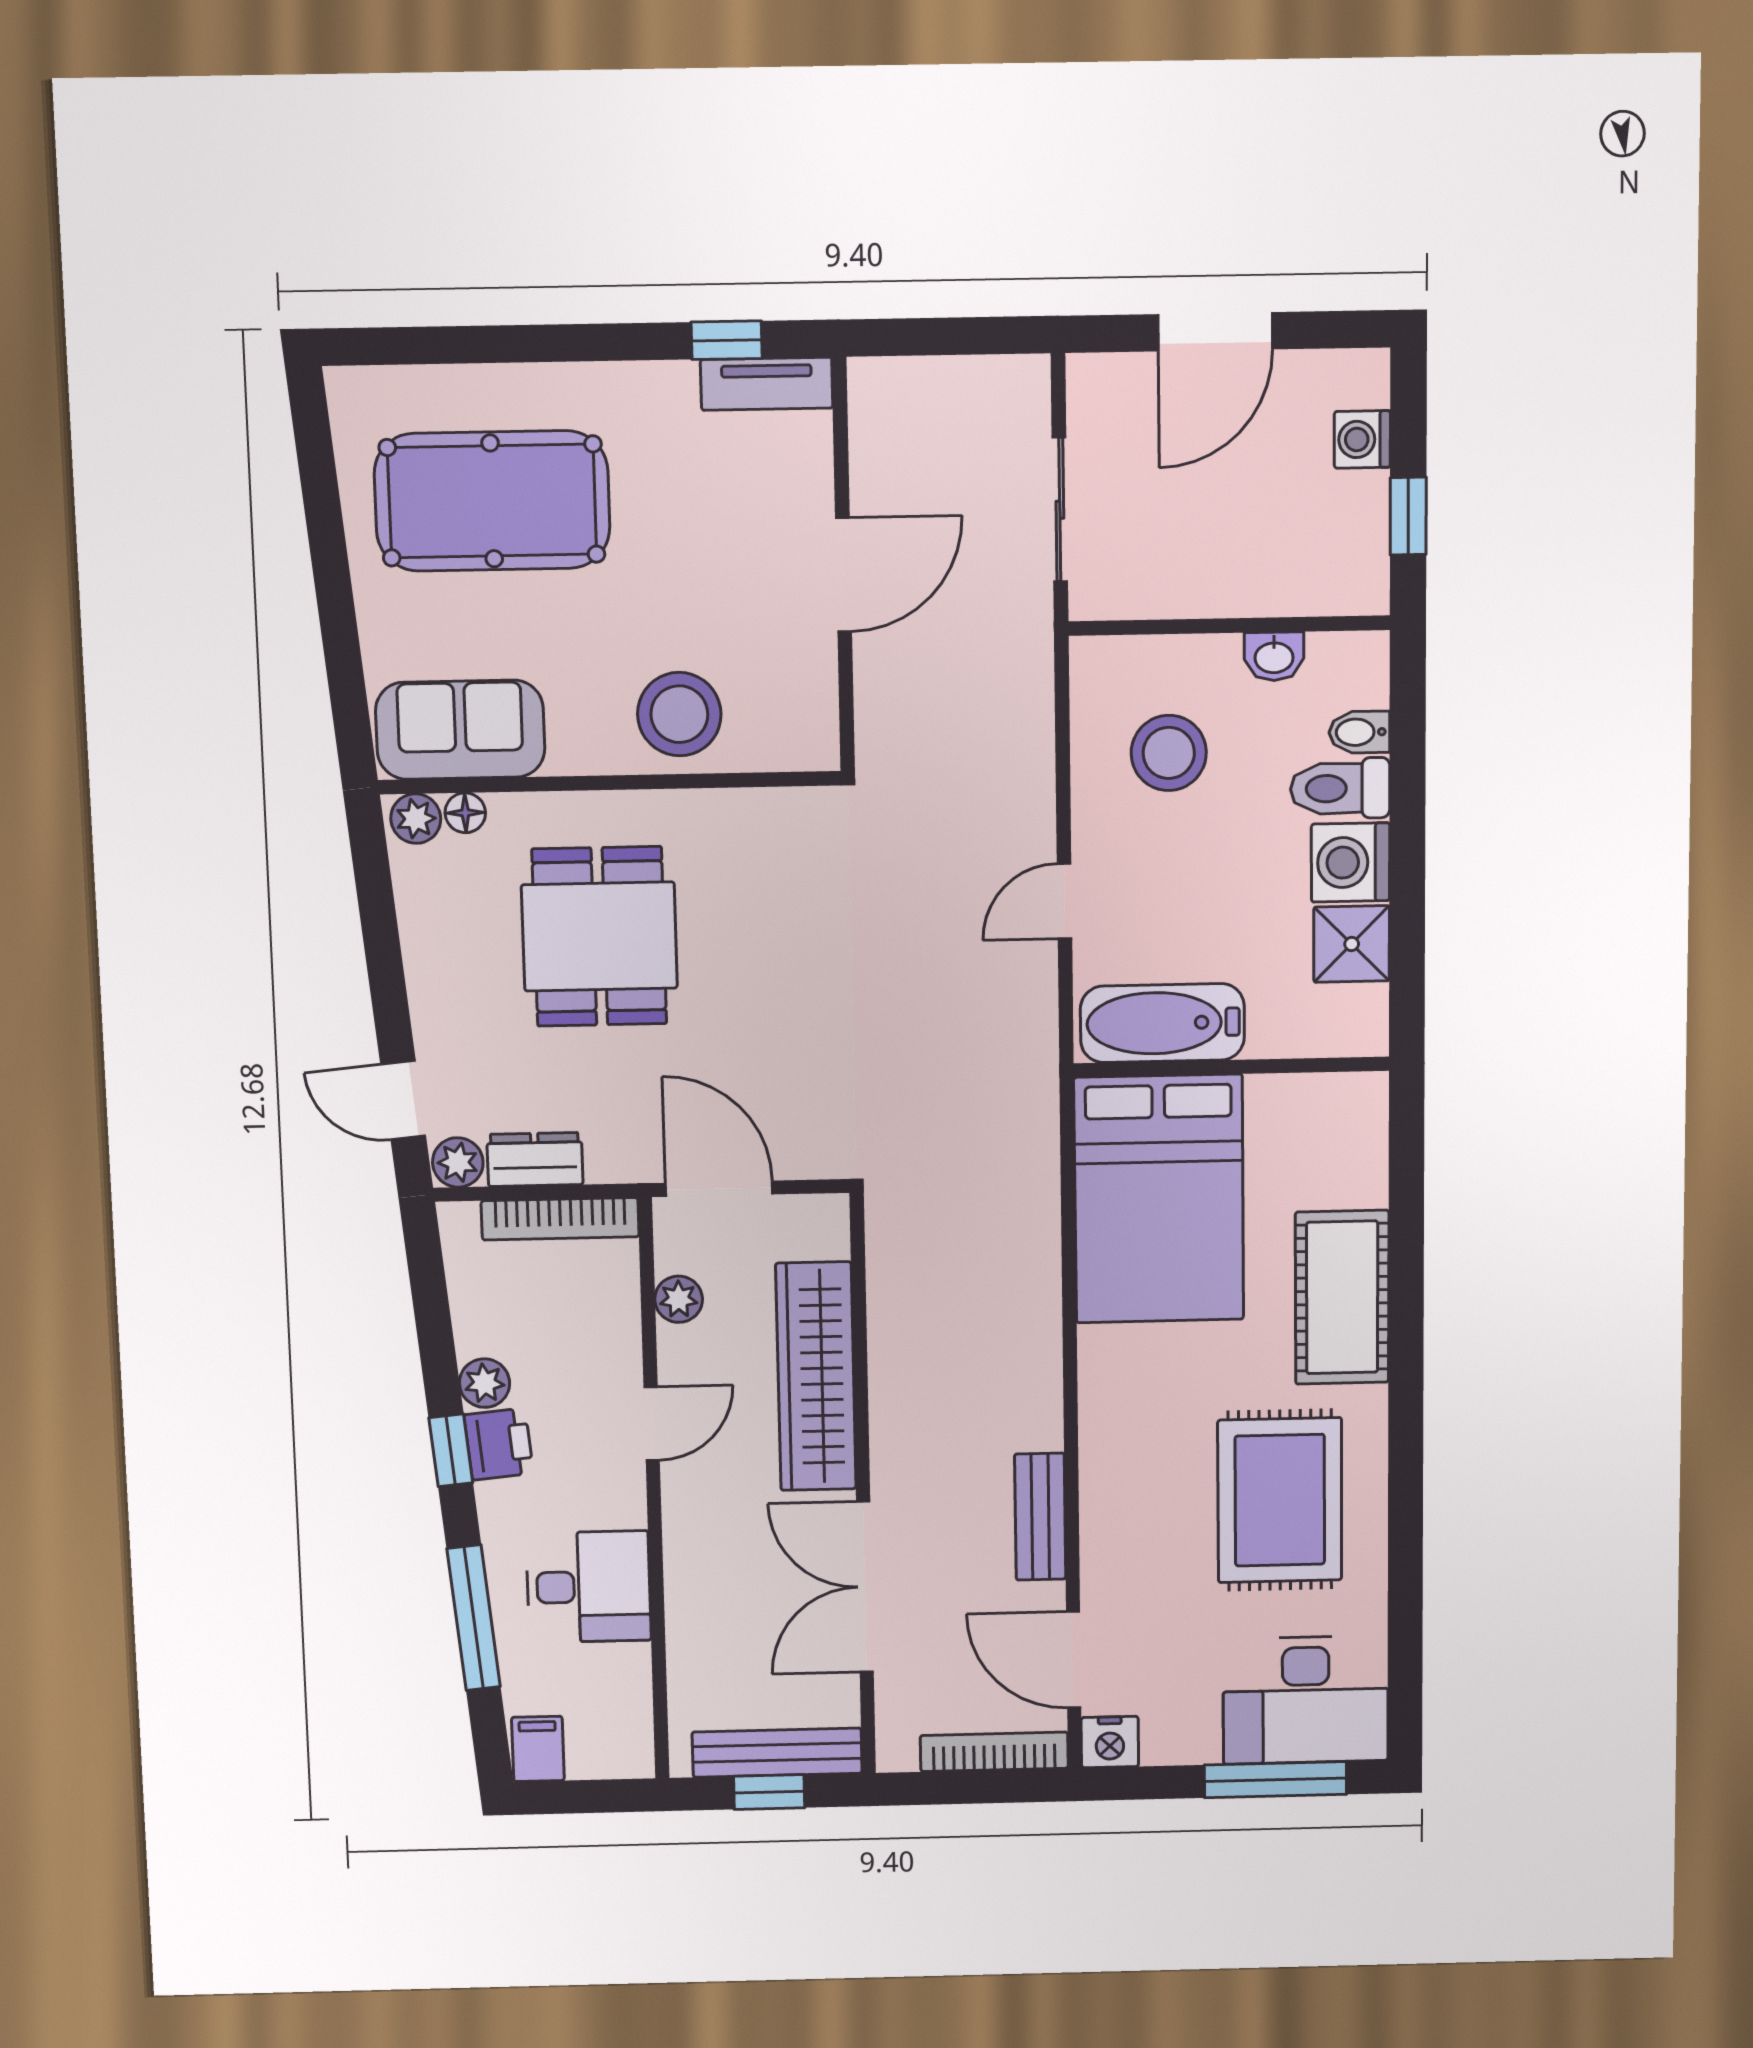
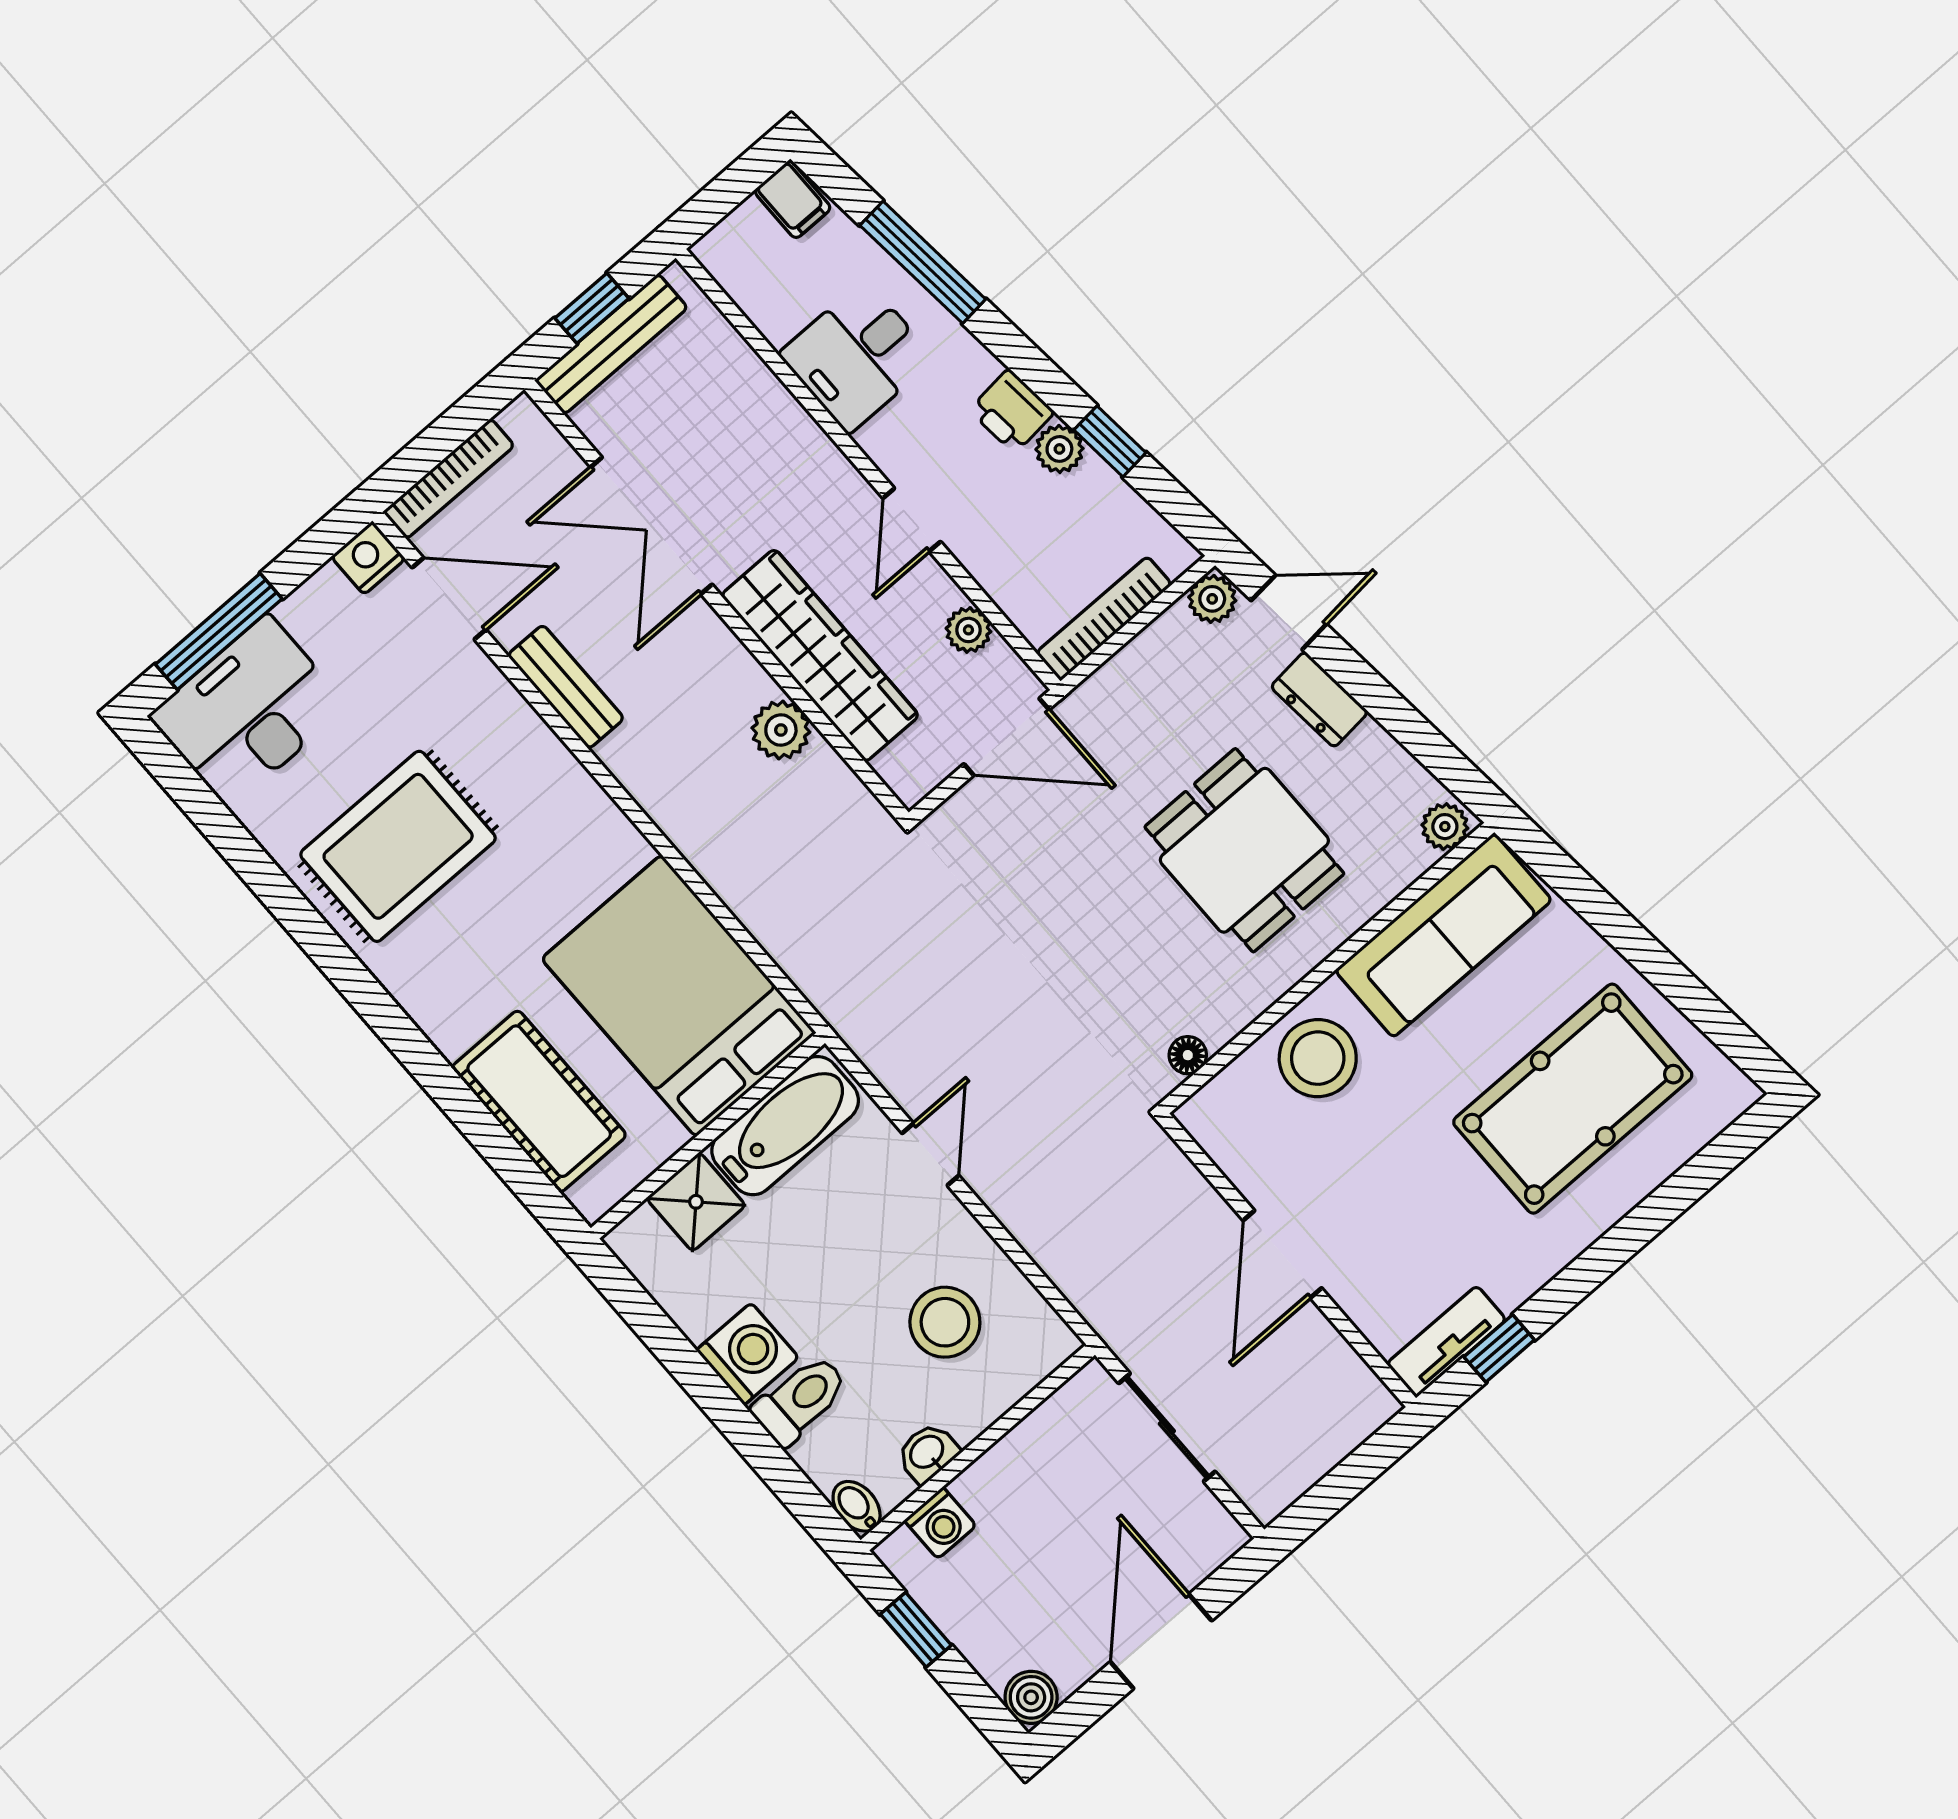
boiler: (1362, 377) -> (1031, 1697), added
washing machine: (1362, 439) -> (940, 1523), moved, turned 90
sofa: (460, 730) -> (1443, 935), width x1.36
bidet: (1359, 732) -> (857, 1506), moved, turned -90
floor lamp: (465, 813) -> (1188, 1055), moved
shower: (1352, 944) -> (696, 1202), moved
dresser: (535, 1159) -> (1319, 699), moved, turned 85
cot: (1342, 1297) -> (539, 1101), moved
plant: (897, 1343) -> (781, 730), added
window: (451, 1450) -> (1110, 441), moved
rug: (1280, 1500) -> (398, 846), turned 90
double door: (865, 1587) -> (651, 526), swing flipped

